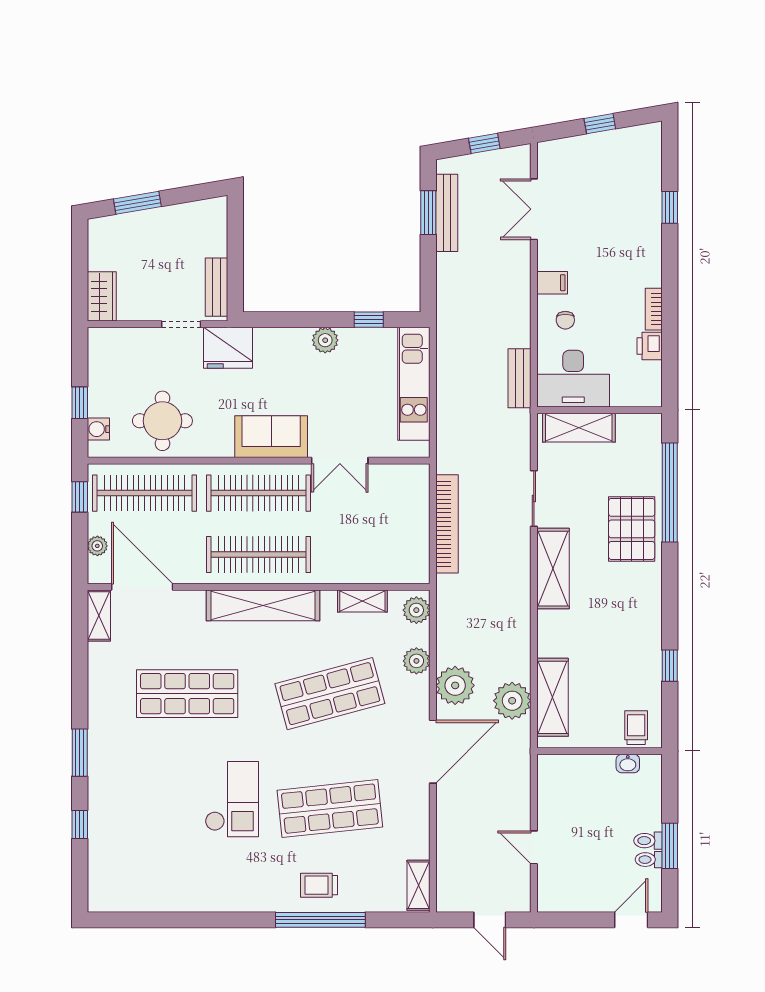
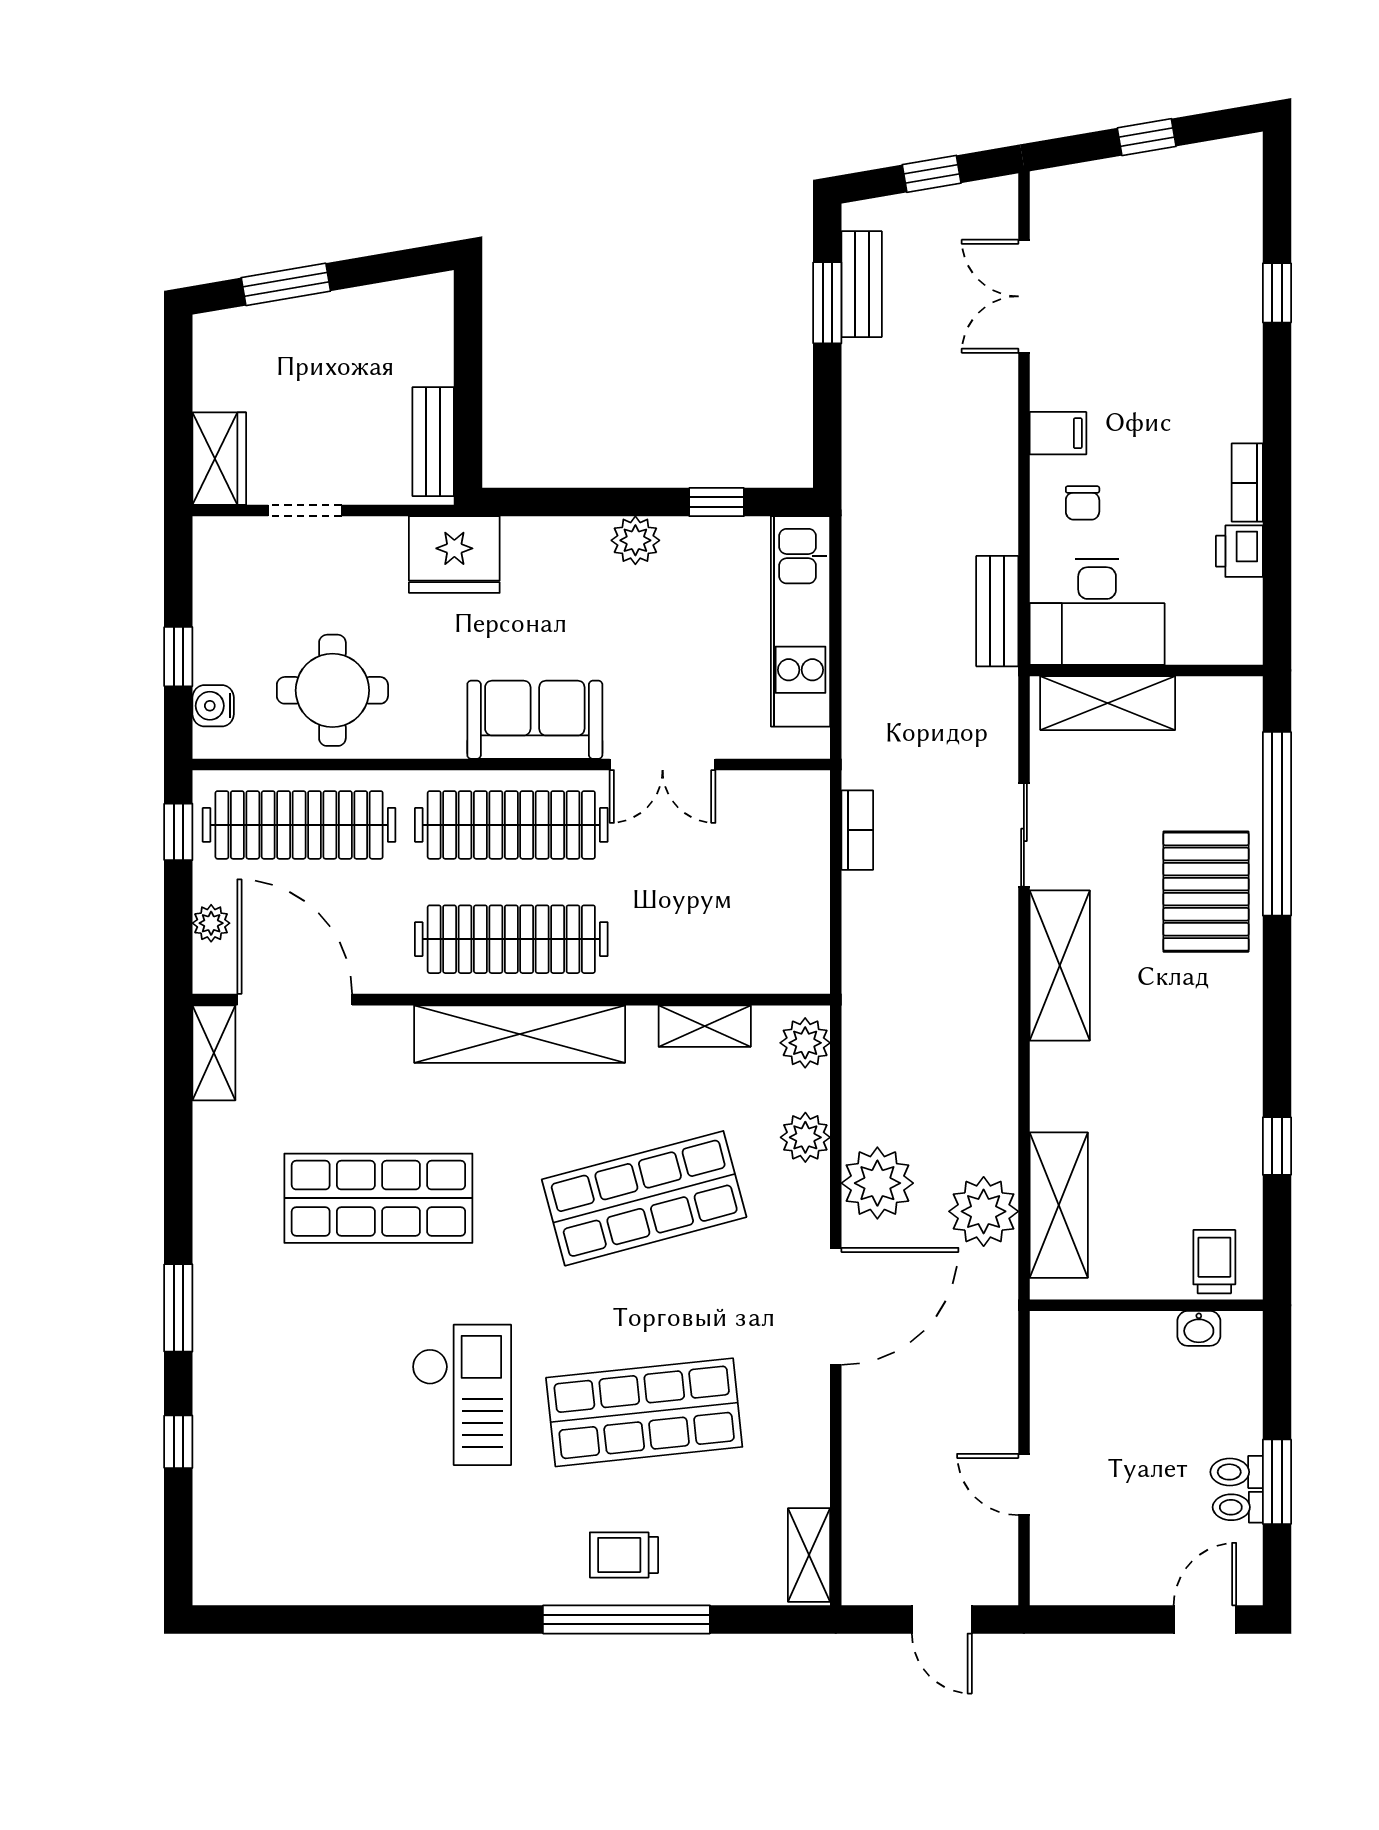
bench: (447, 213) -> (862, 284), width x0.73
doorway: (181, 324) -> (305, 510), moved
bookcase: (447, 524) -> (857, 830), width x0.43, depth x0.76

